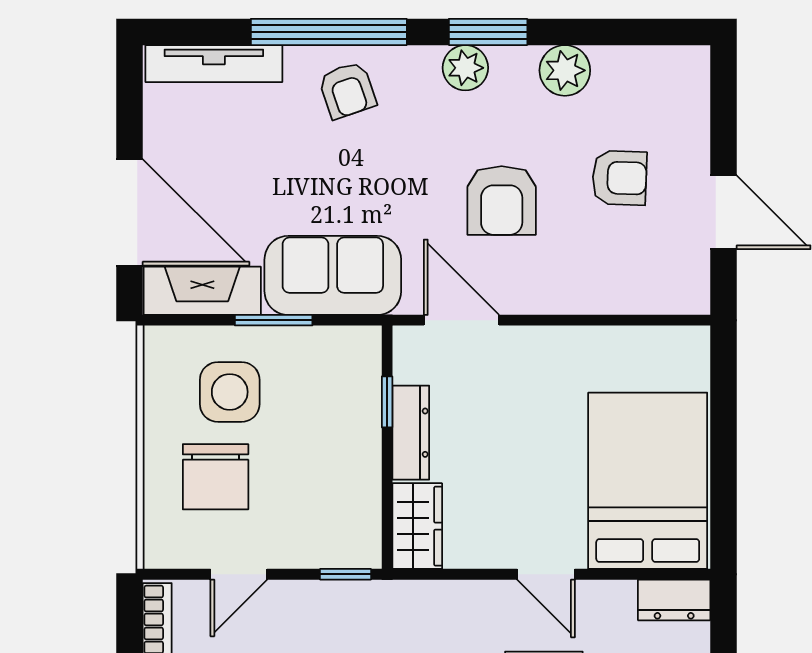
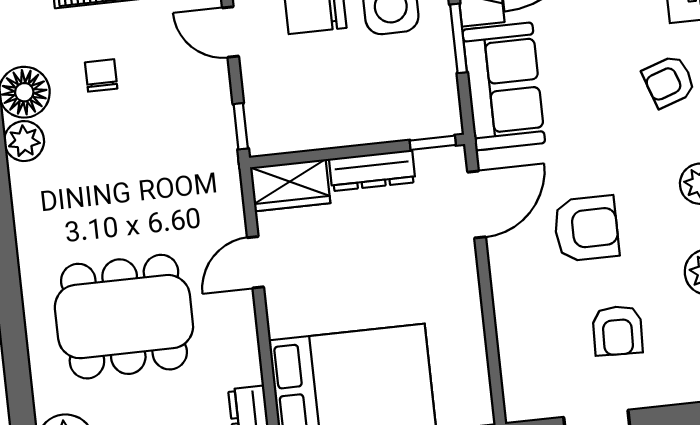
armchair: (502, 200) -> (586, 229), turned 180
window: (387, 402) -> (433, 143), moved
door: (546, 574) -> (255, 262), moved

